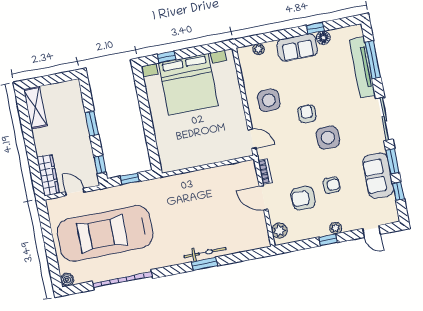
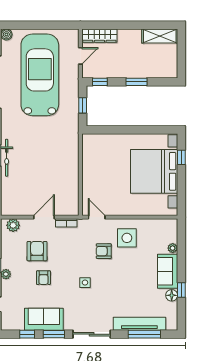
plant: (259, 49) -> (173, 248), moved
armchair: (307, 114) -> (104, 251), moved, turned 180
side table: (328, 138) -> (85, 283), width x0.54, depth x0.54
door: (252, 139) -> (97, 217), swing flipped

